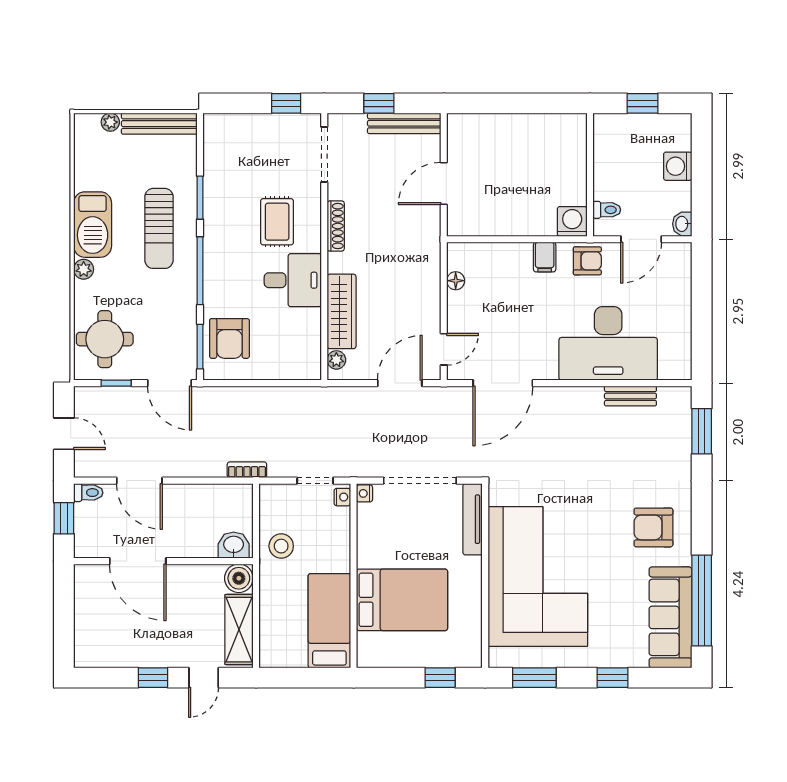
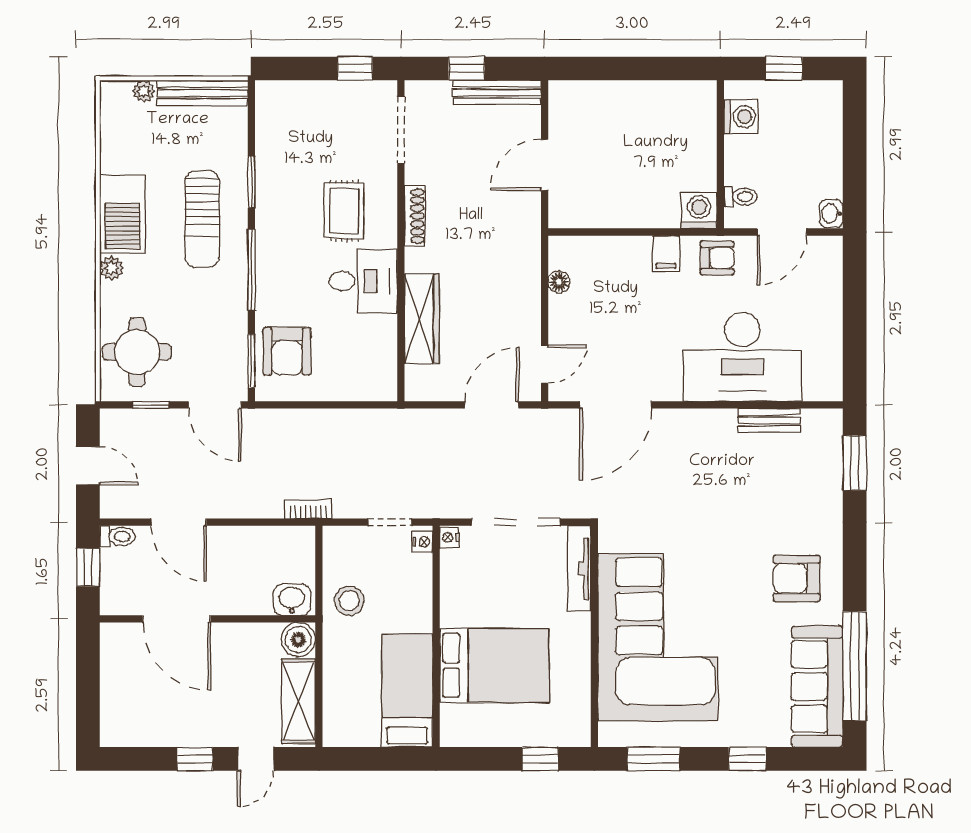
washing machine: (678, 166) -> (741, 117), moved, turned 180
plant: (336, 360) -> (416, 377), removed

